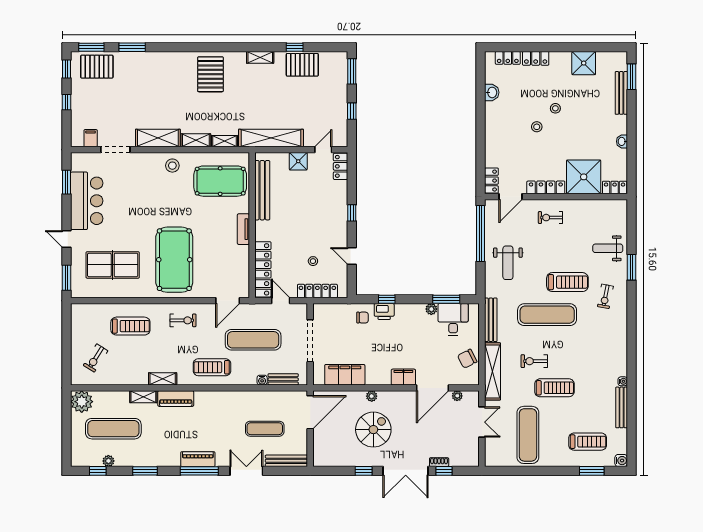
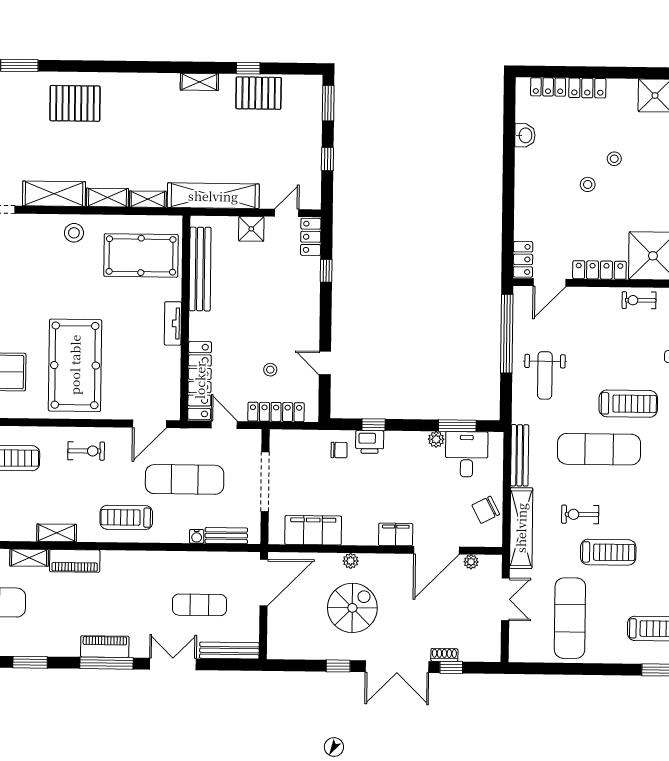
pallet: (210, 74) -> (75, 103), moved, turned 90
window: (352, 213) -> (326, 271), moved
exercise bike: (550, 218) -> (639, 300), moved

